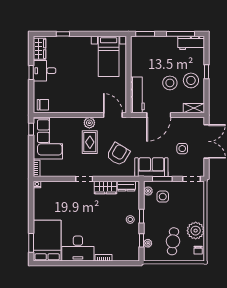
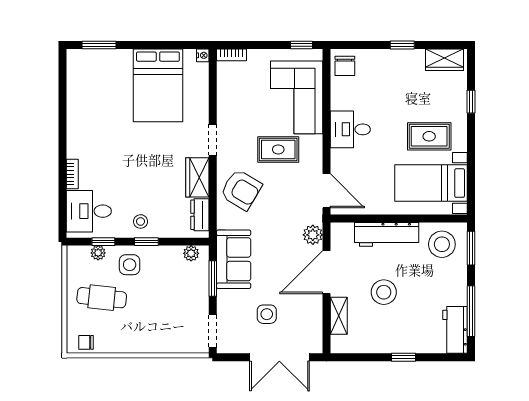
rug: (82, 57) -> (429, 136), added
desk: (44, 71) -> (350, 129), moved, turned -90
stool: (191, 80) -> (442, 244), moved
workbench: (137, 95) -> (387, 234), moved
shelving: (194, 108) -> (339, 316), moved
door: (113, 115) -> (326, 191), hinge flipped
door: (159, 115) -> (326, 272), hinge flipped
plant: (89, 123) -> (313, 235), moved
corner sofa: (48, 139) -> (297, 97), moved, turned 90
armchair: (118, 154) -> (241, 190), moved
side table: (163, 197) -> (130, 265), moved
plant: (196, 231) -> (121, 338), removed
bed: (47, 241) -> (158, 85), moved, turned 90
desk: (78, 249) -> (89, 211), moved, width x0.73

